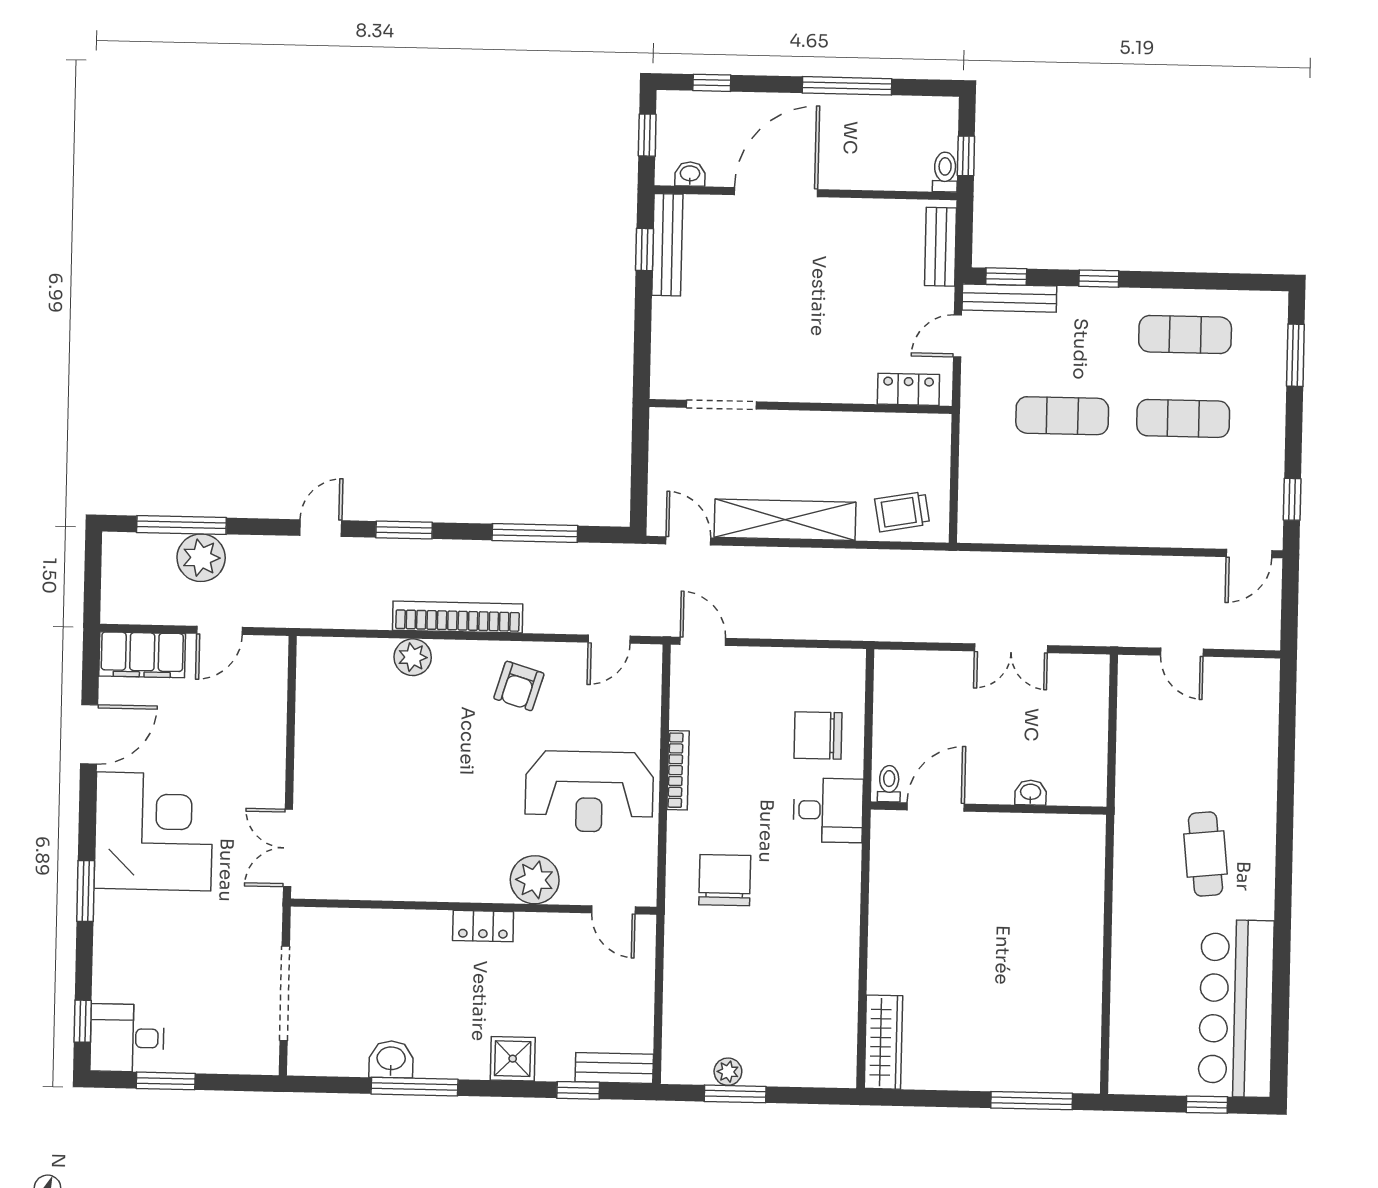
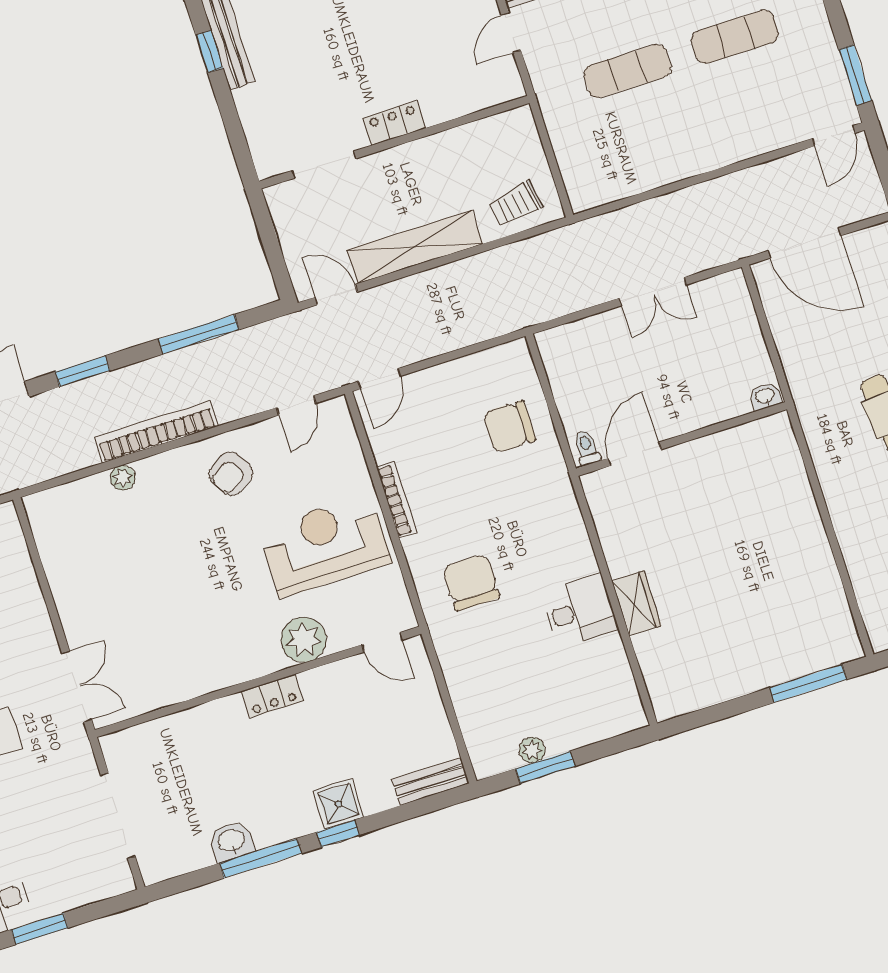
locker: (908, 389) -> (394, 123), moved
window: (1292, 499) -> (855, 75), width x1.50
door: (703, 641) -> (379, 379), swing flipped
door: (1182, 652) -> (805, 243), width x1.88
plant: (413, 657) -> (123, 478), width x0.73, depth x0.73
armchair: (519, 686) -> (231, 474), turned 41
reception desk: (589, 792) -> (325, 545), turned 180
washbasin: (1031, 793) -> (765, 396), moved
desk: (828, 810) -> (580, 611), moved
double door: (288, 848) -> (77, 686), swing flipped
wardrobe: (883, 1042) -> (636, 603), moved, width x0.67
window: (578, 1090) -> (338, 834), moved

